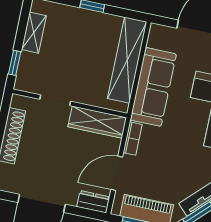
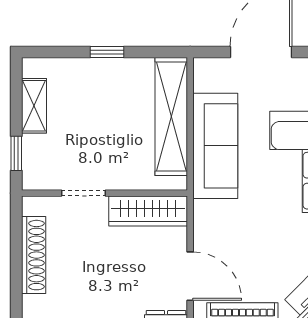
bookcase: (133, 139) -> (202, 223), removed
door: (117, 173) -> (190, 276), swing flipped

